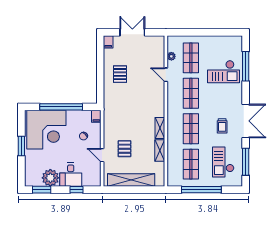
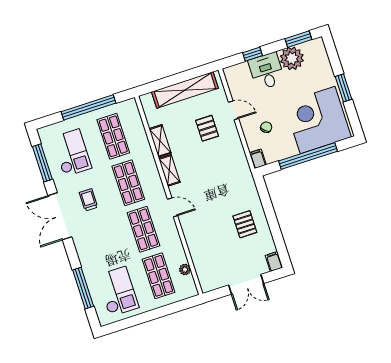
checkout: (224, 72) -> (118, 291), moved, turned 90
door: (166, 75) -> (173, 207), moved

